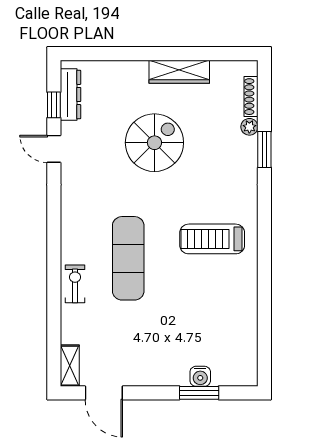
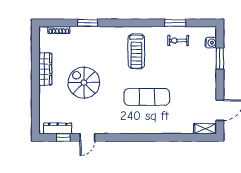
plant: (249, 127) -> (75, 31), removed
exercise bike: (75, 284) -> (178, 41), moved
window: (264, 311) -> (175, 23), added
water cooler: (200, 376) -> (211, 43), moved

